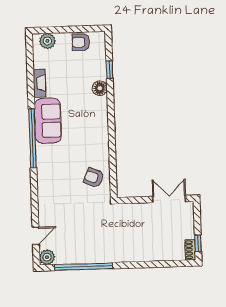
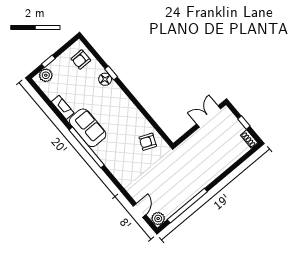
window: (60, 30) -> (48, 61), added
armchair: (81, 42) -> (81, 60), moved
window: (109, 70) -> (111, 73), moved
window: (198, 243) -> (244, 123), moved

